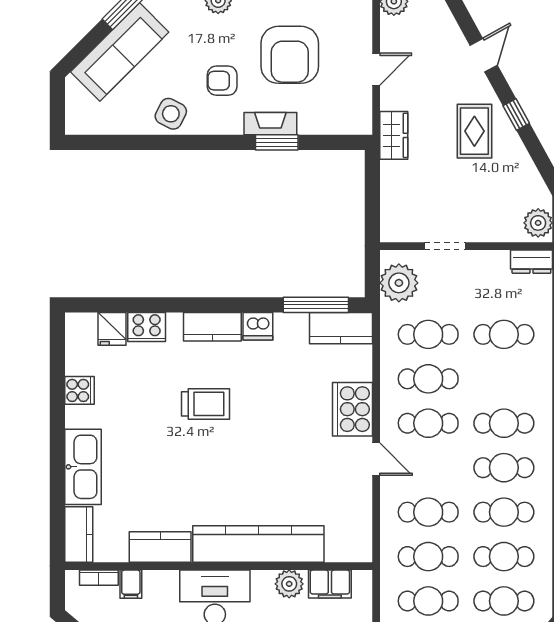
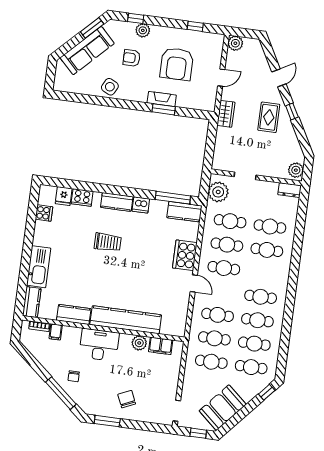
armchair: (222, 81) -> (132, 58), moved
cooker: (80, 390) -> (44, 213), moved
cafe table: (504, 423) -> (267, 250), moved

